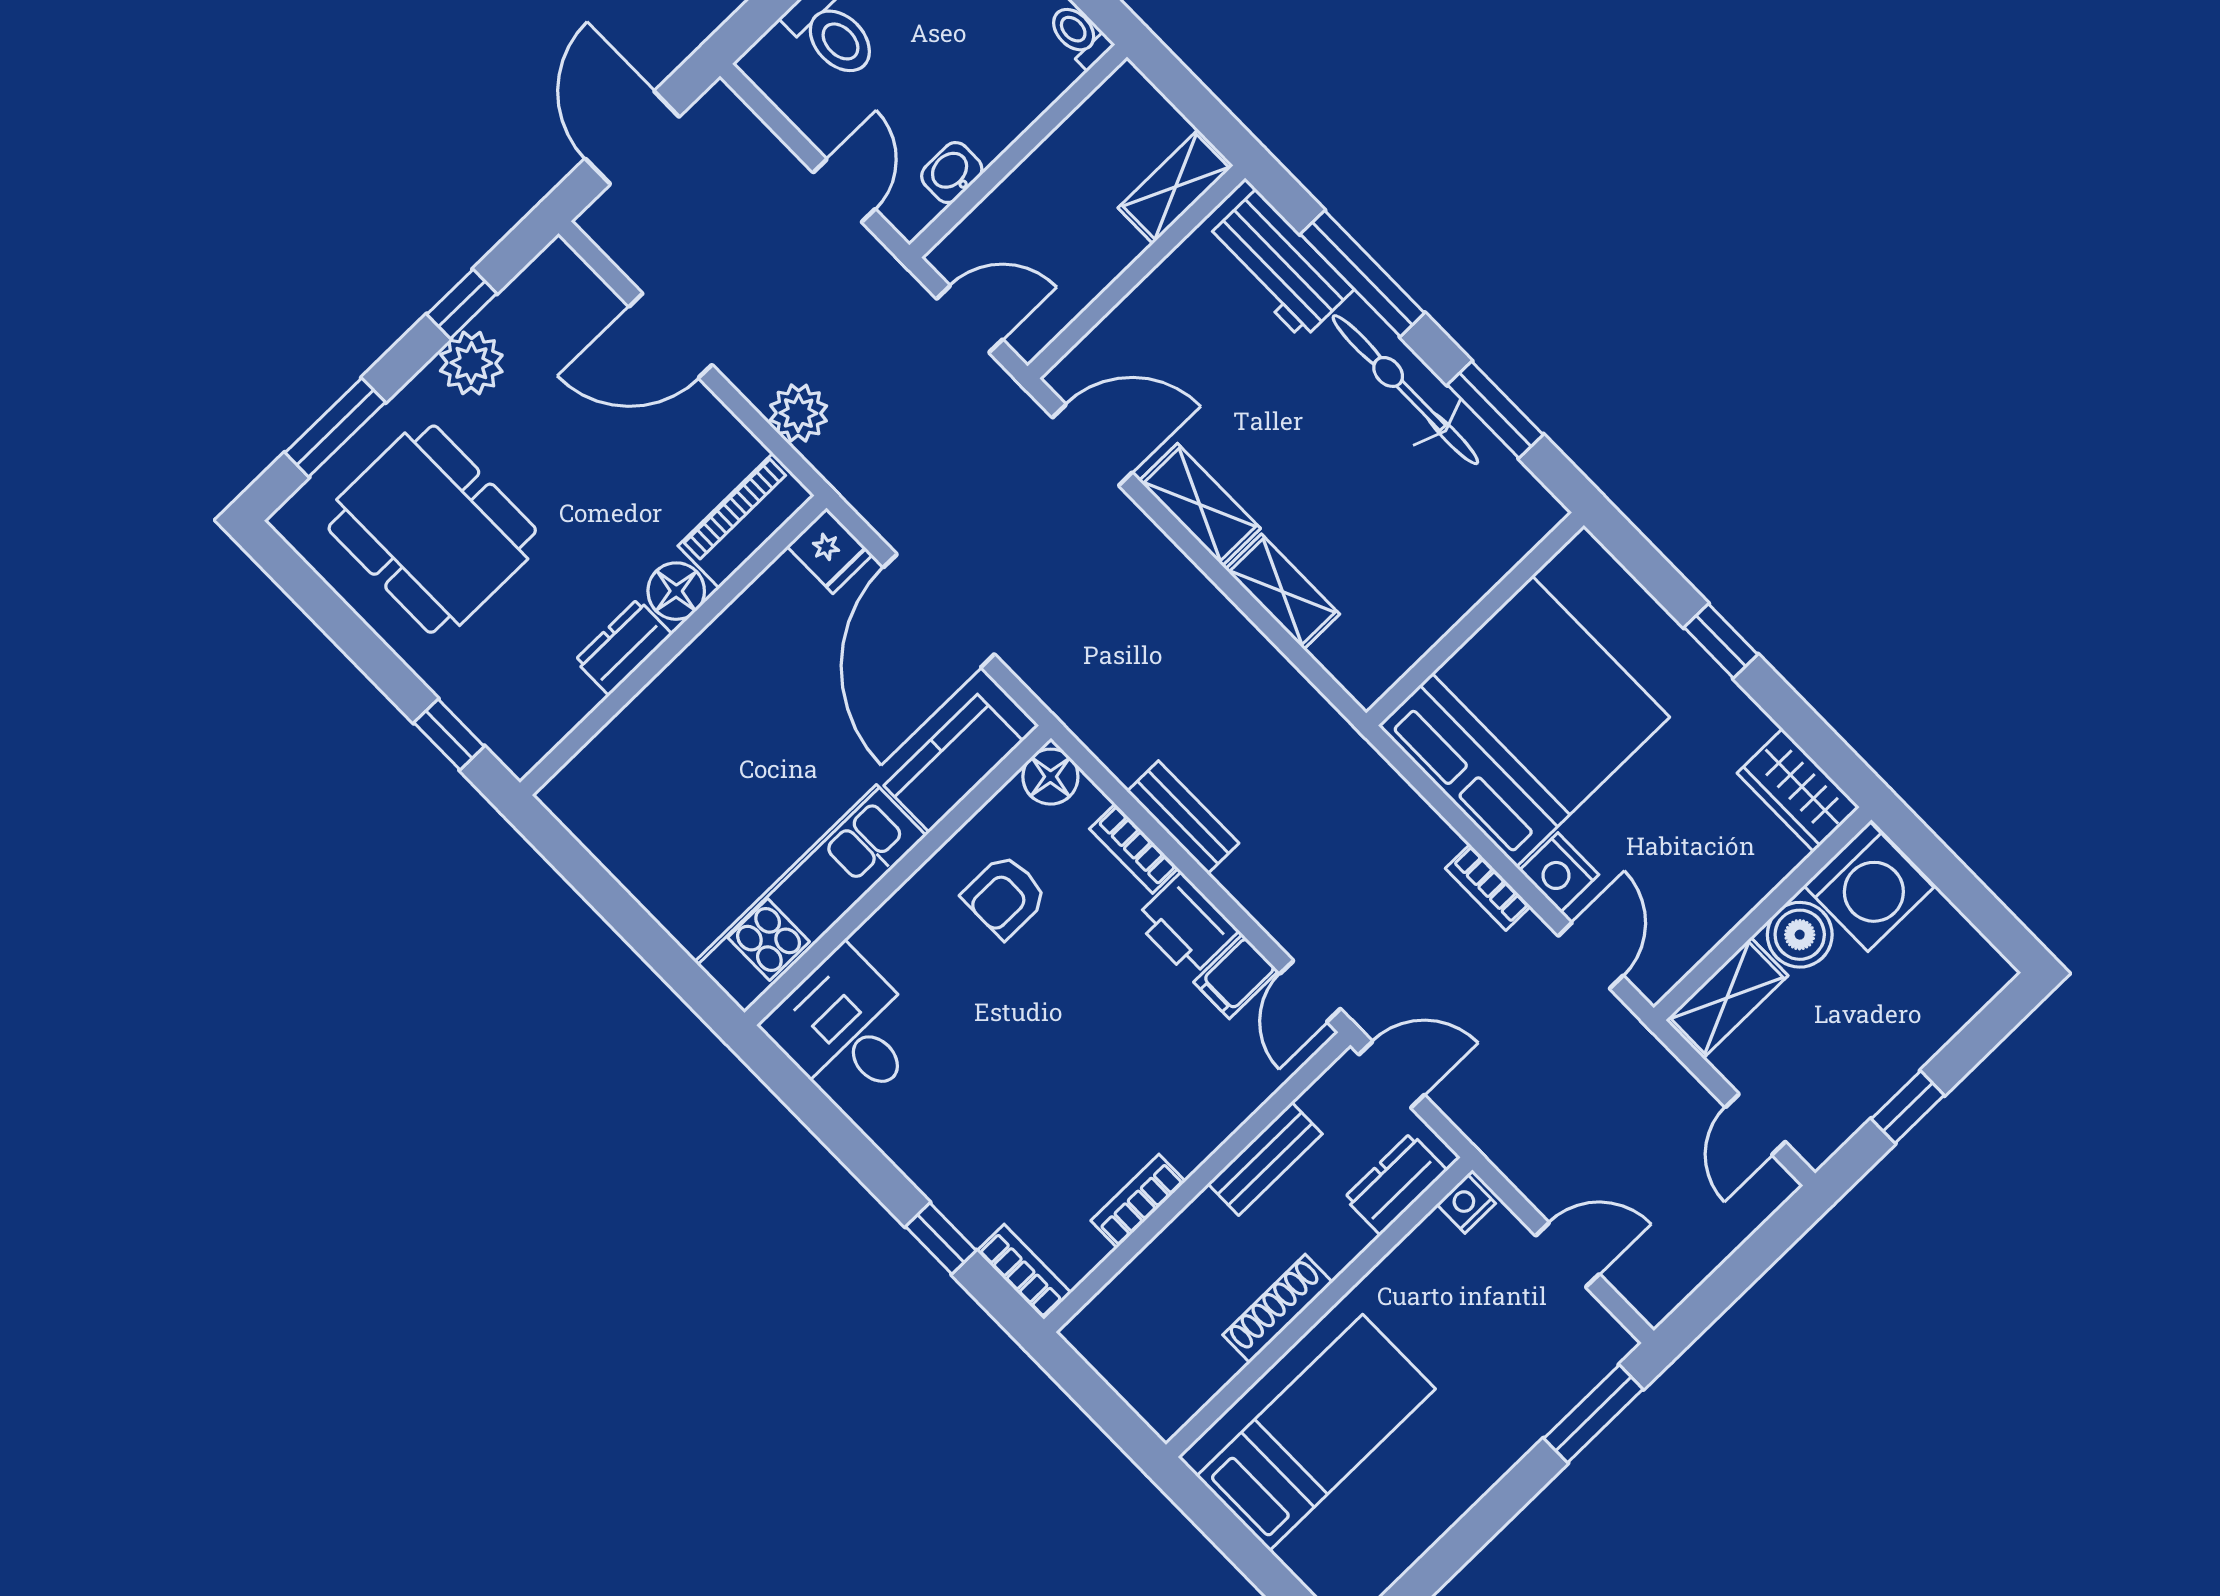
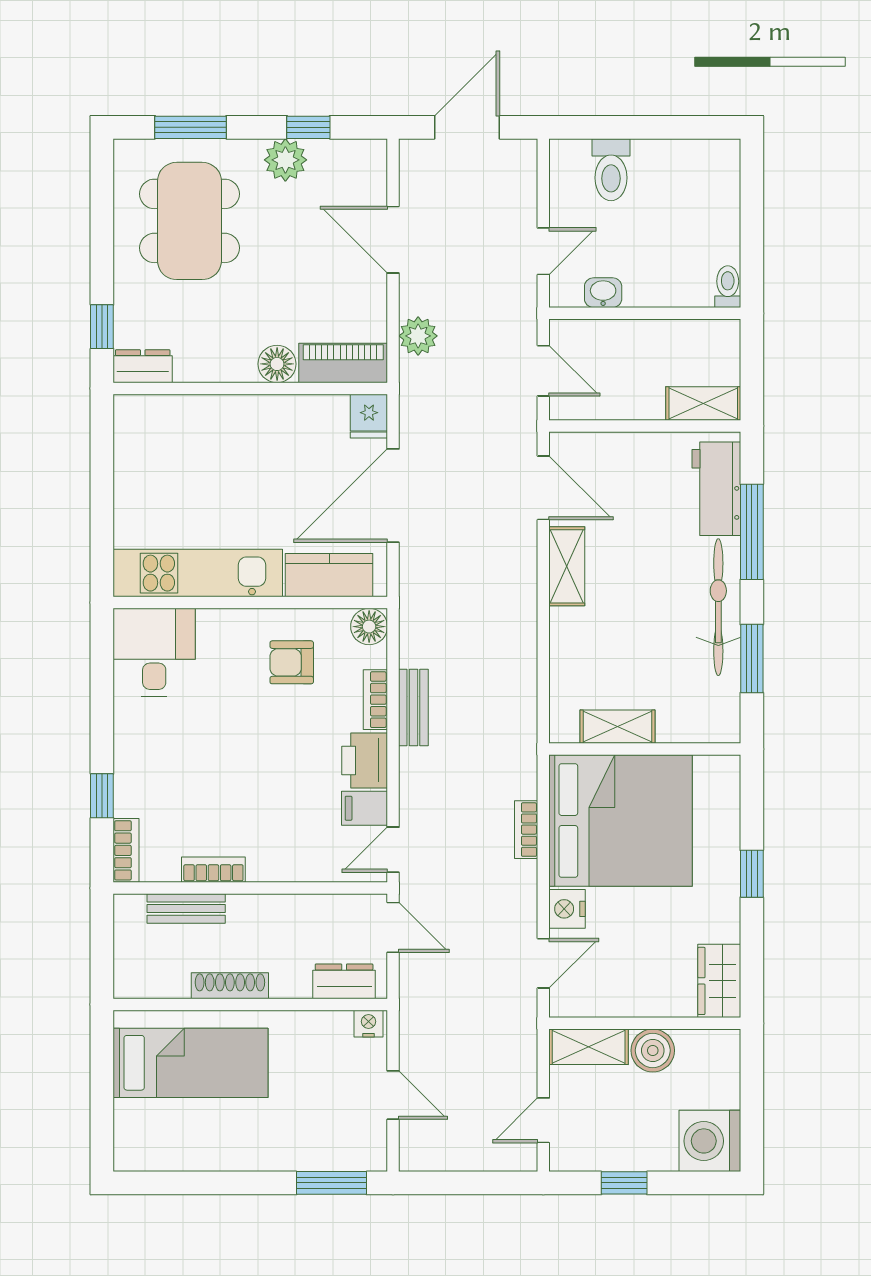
shelving: (1283, 592) -> (617, 727), moved, turned 90
dresser: (623, 647) -> (143, 366), moved
bookcase: (1488, 887) -> (526, 830), moved
washing machine: (1869, 887) -> (710, 1141), moved, turned 90
bench: (1265, 1159) -> (186, 909), moved

